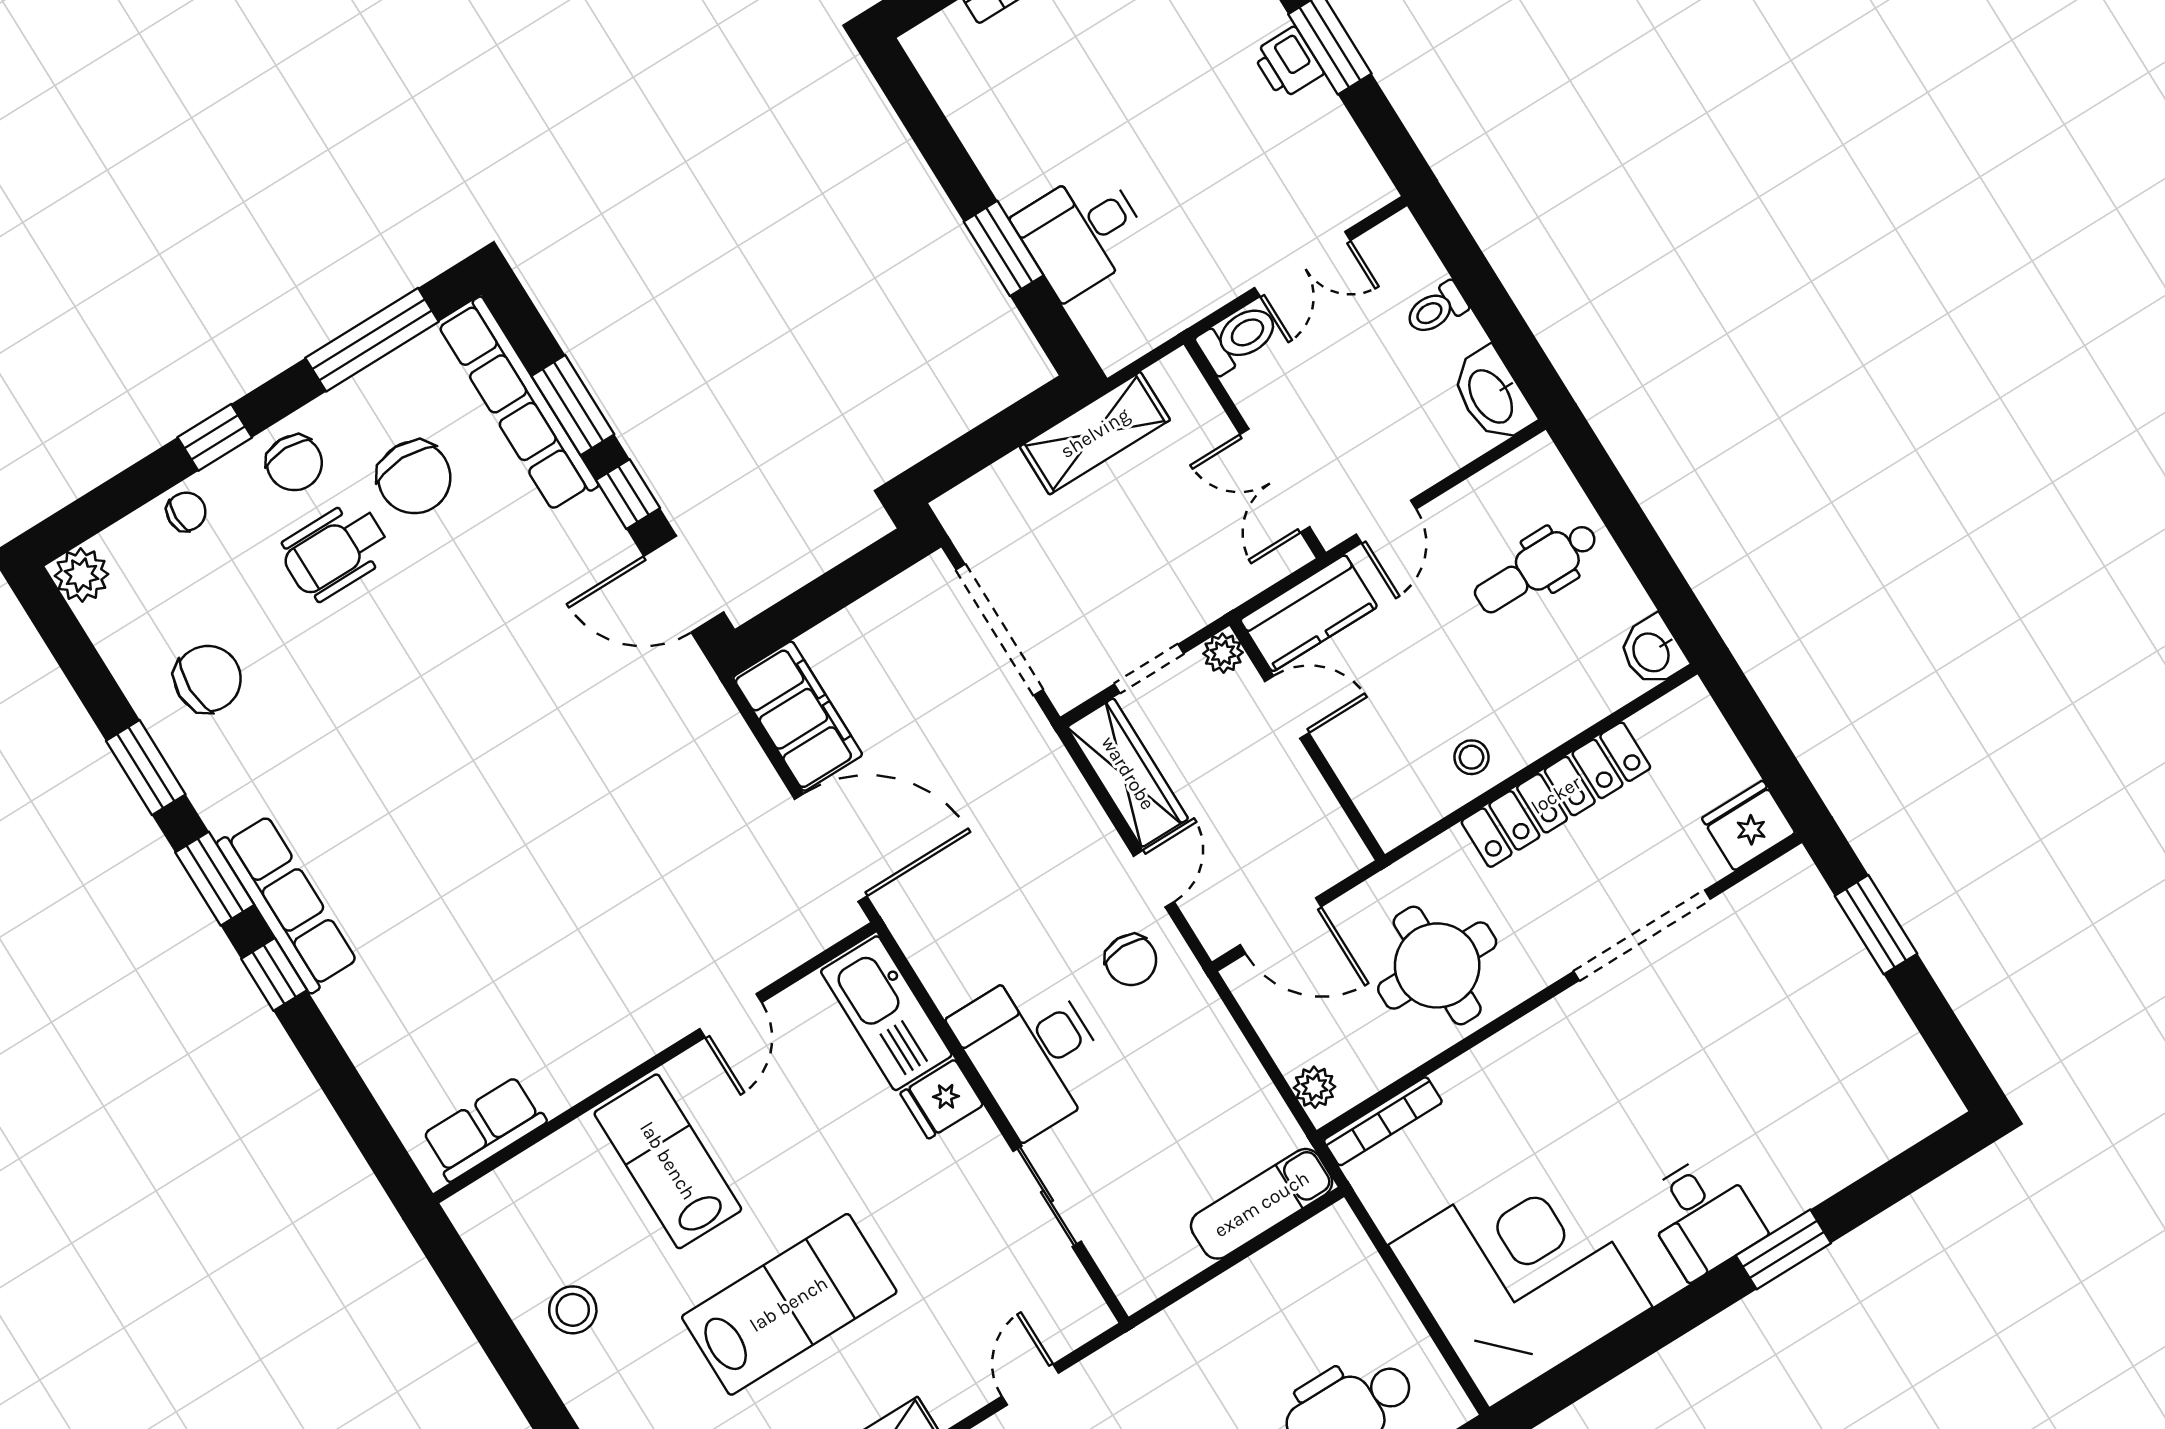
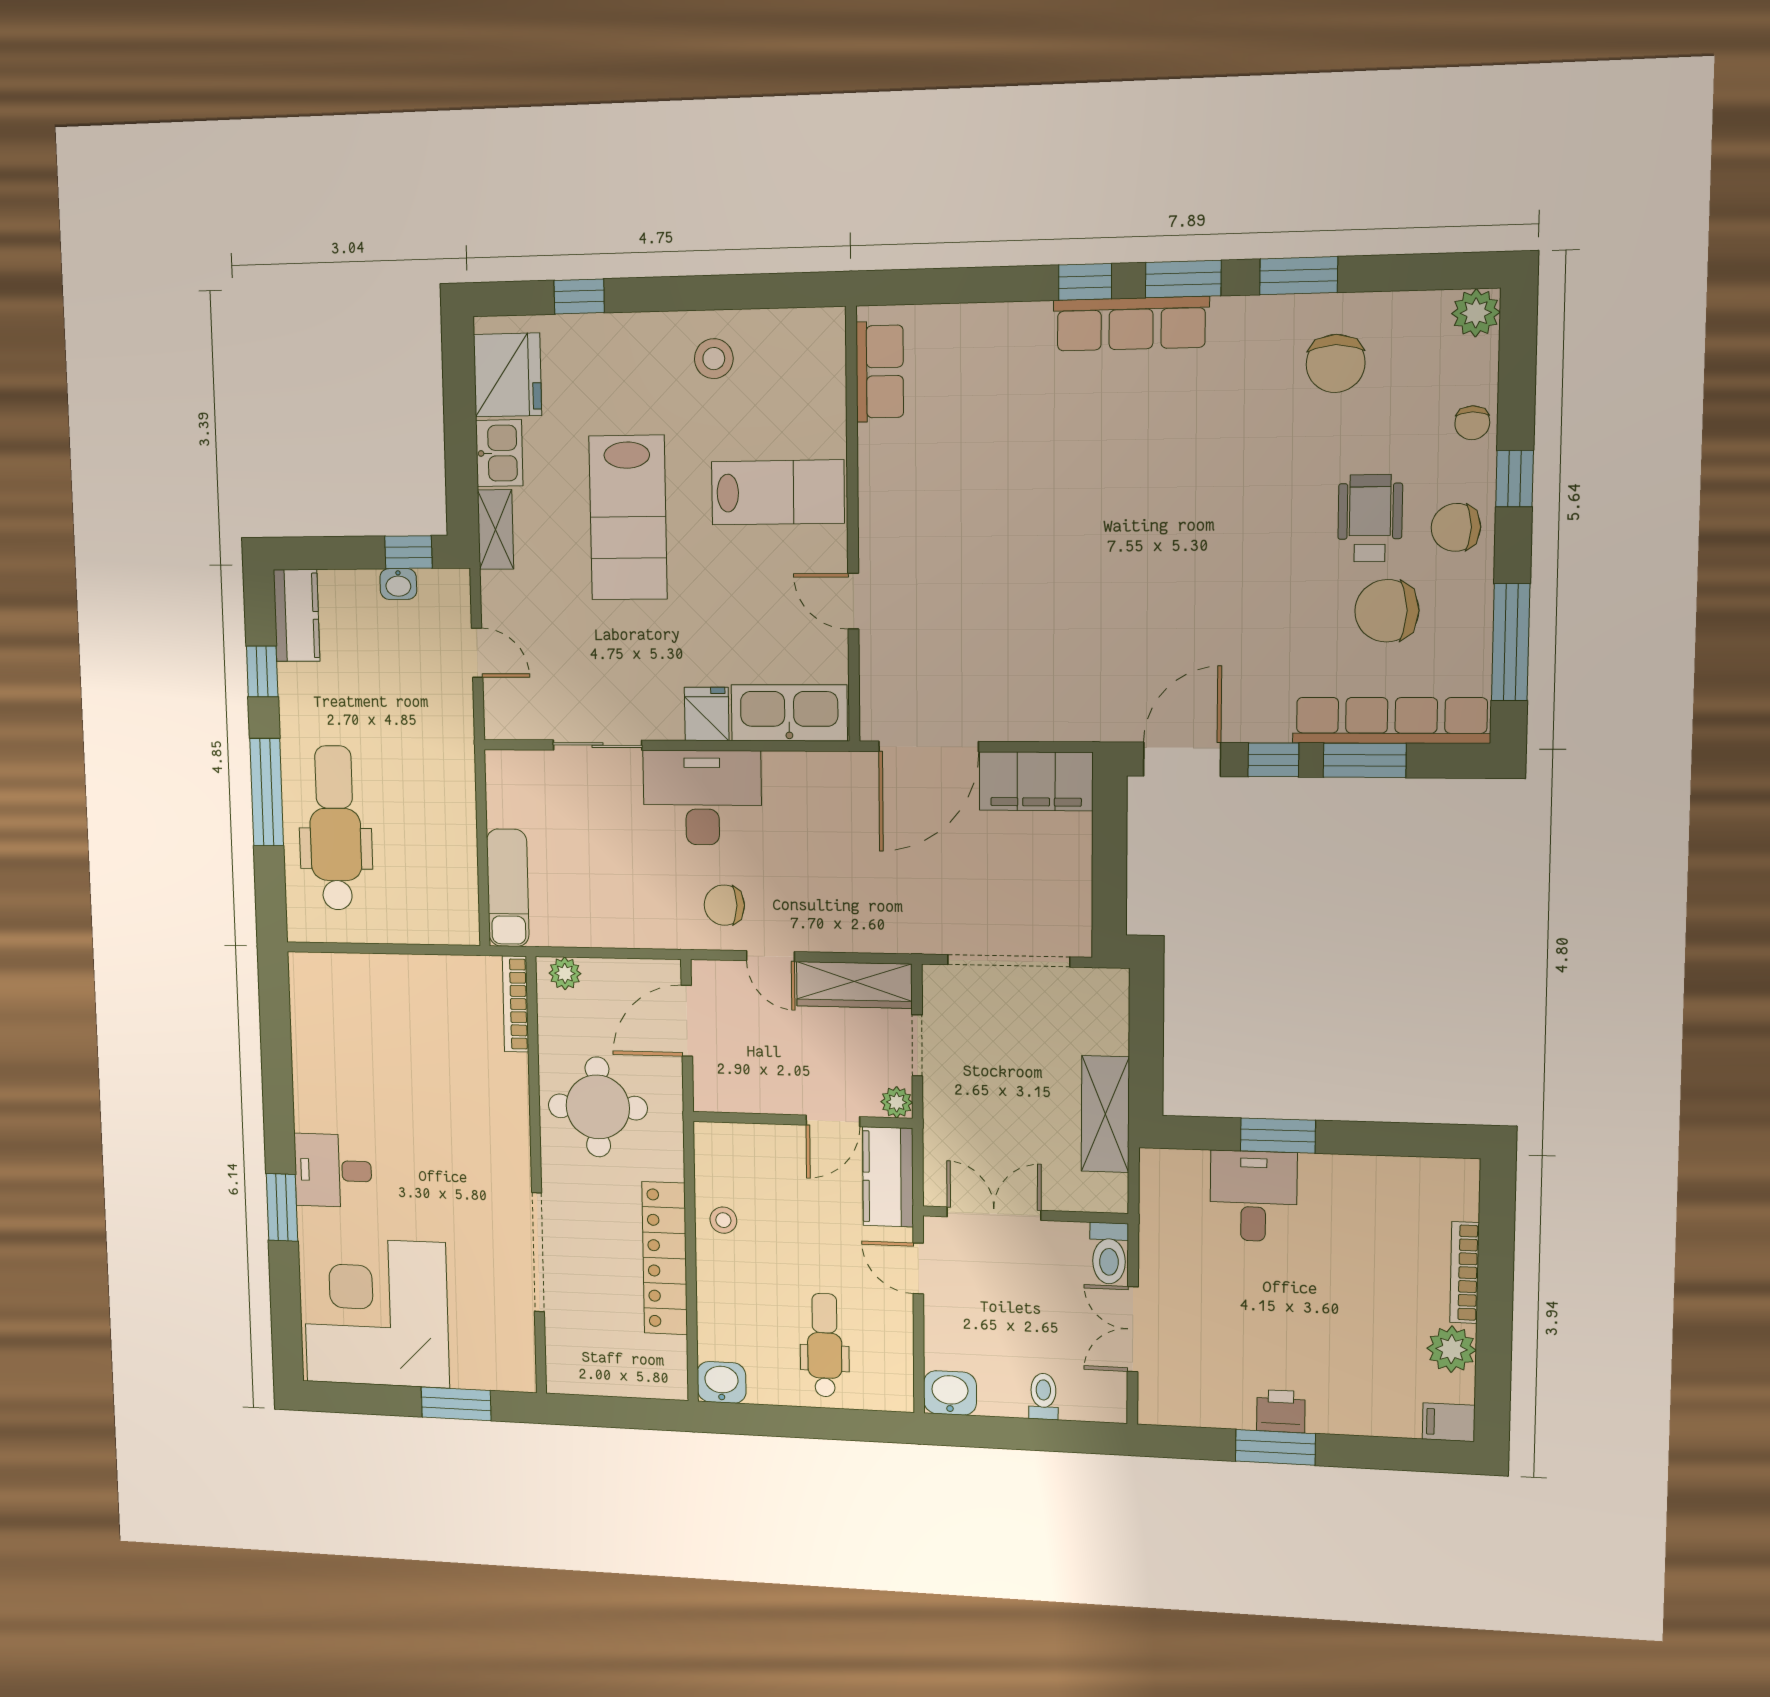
washbasin: (1492, 396) -> (950, 1393), width x0.72
fridge: (1749, 826) -> (569, 1367), removed
corner desk: (1520, 1276) -> (376, 1312), moved, turned 180

